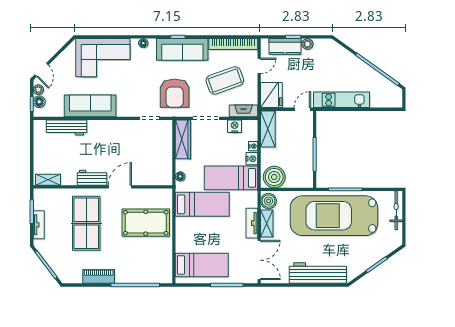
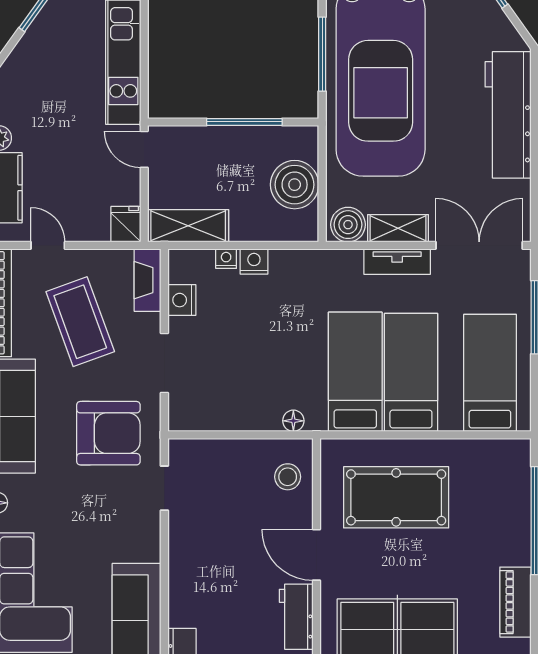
fridge: (271, 95) -> (126, 224), width x0.53, depth x0.75
wardrobe: (183, 139) -> (211, 415), removed
stool: (155, 174) -> (288, 477), added
boiler: (274, 177) -> (295, 185), moved
bed: (231, 178) -> (411, 372), moved, turned 180
pool table: (146, 223) -> (396, 497), turned 90

